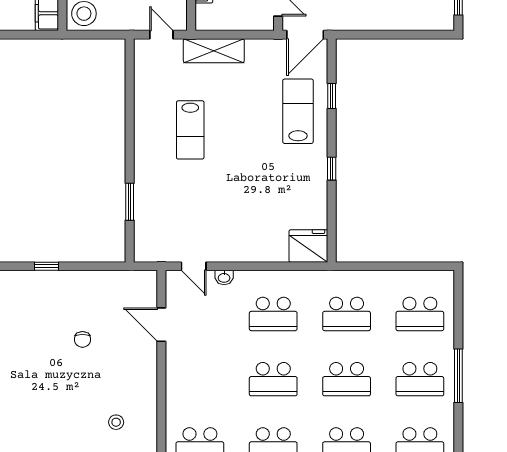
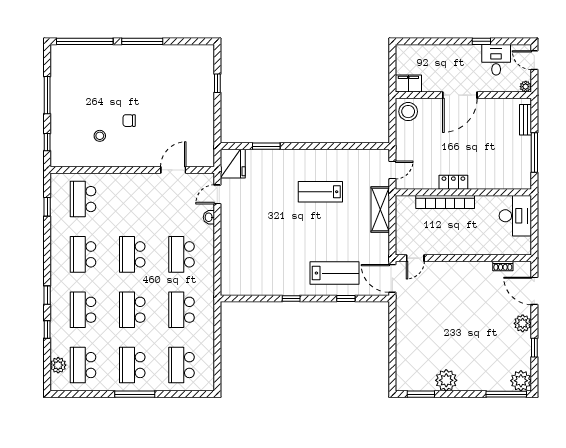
fridge: (308, 246) -> (233, 164), moved
chair: (83, 339) -> (129, 121), moved

